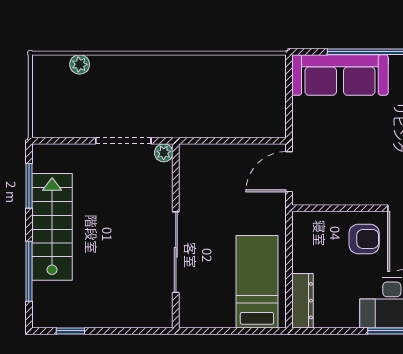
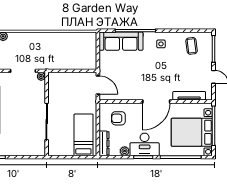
door: (289, 172) -> (98, 85), swing flipped
armchair: (364, 239) -> (118, 118), moved, turned 180
plant: (348, 318) -> (125, 151), added

